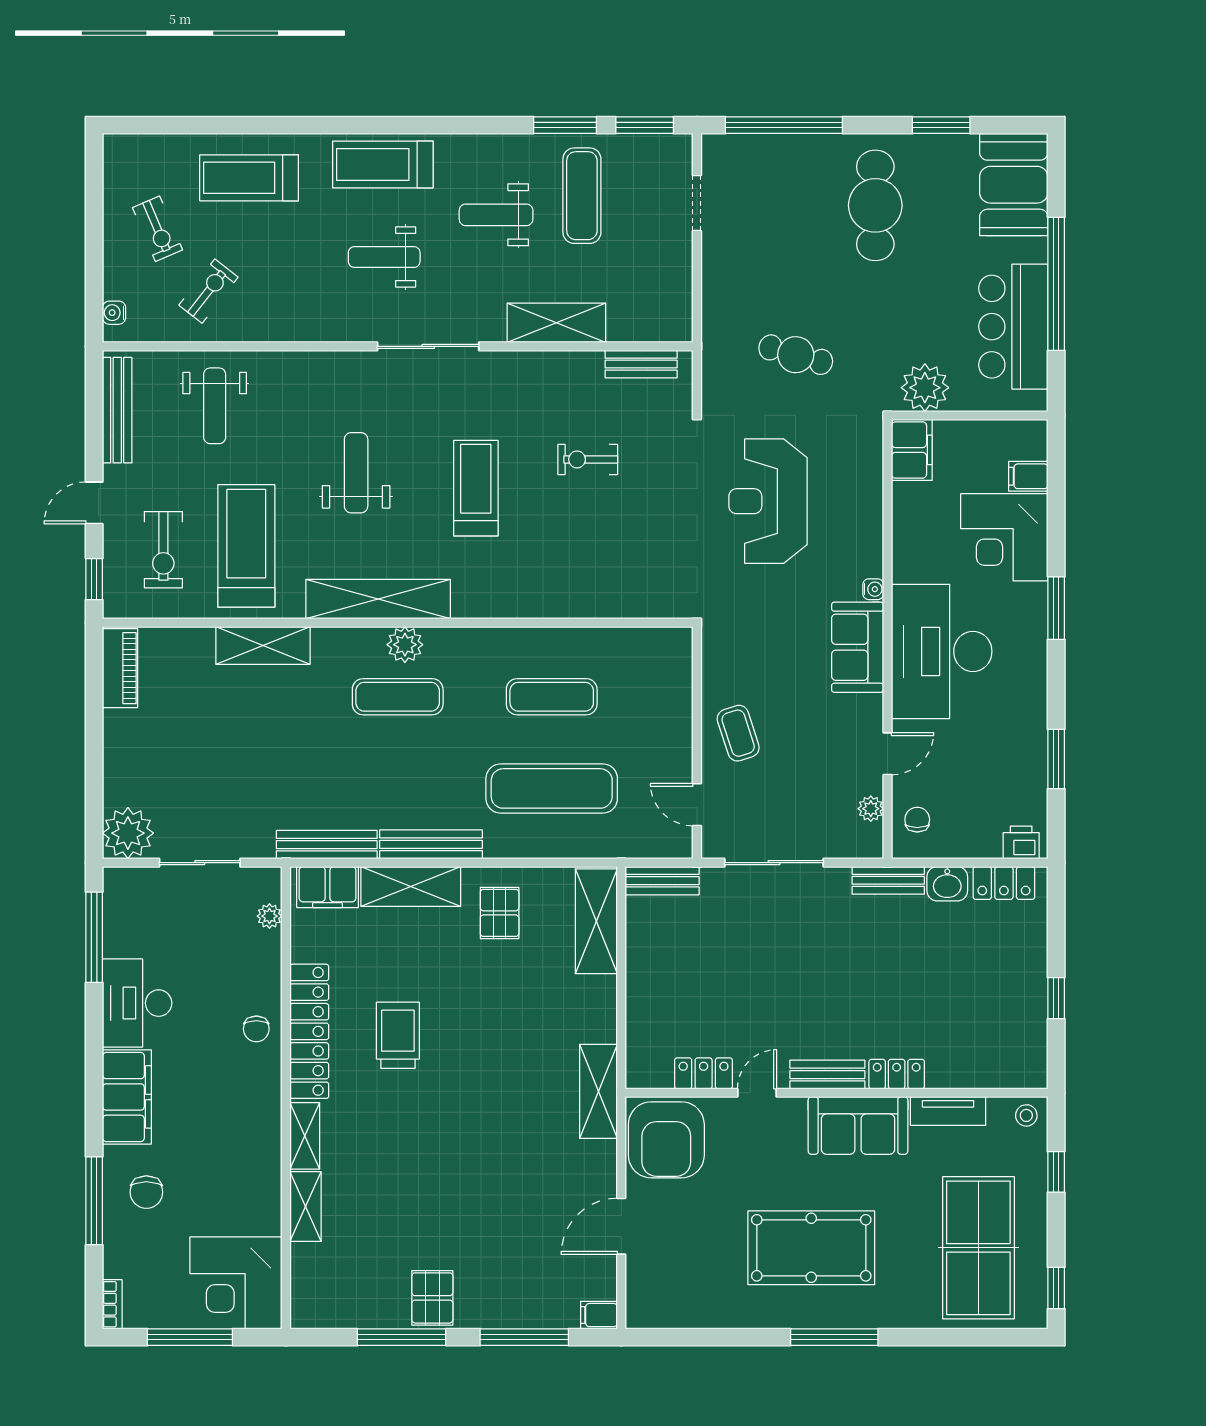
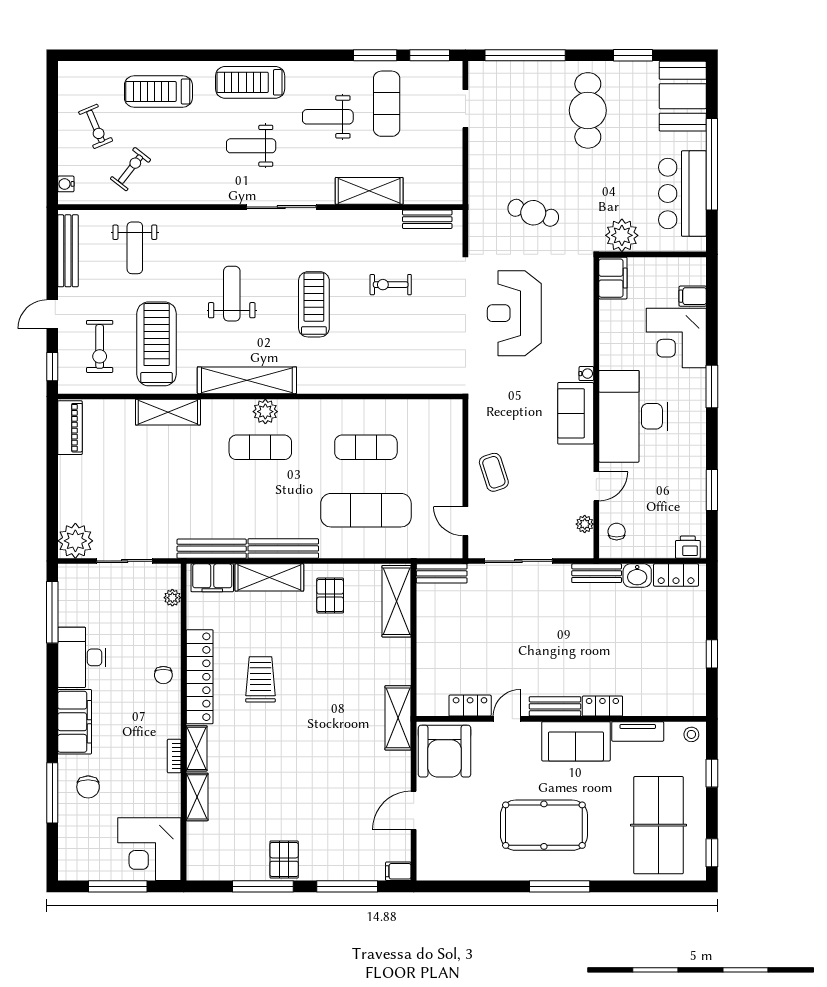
bookcase: (112, 1304) -> (174, 756), moved, turned 180

